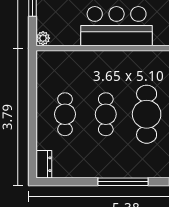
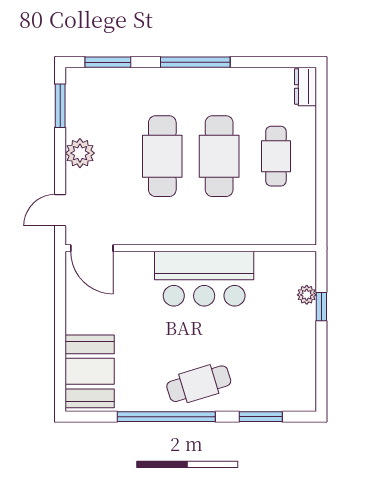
plant: (43, 38) -> (307, 295), moved
cafe table: (106, 114) -> (219, 156), width x1.37, depth x1.35

